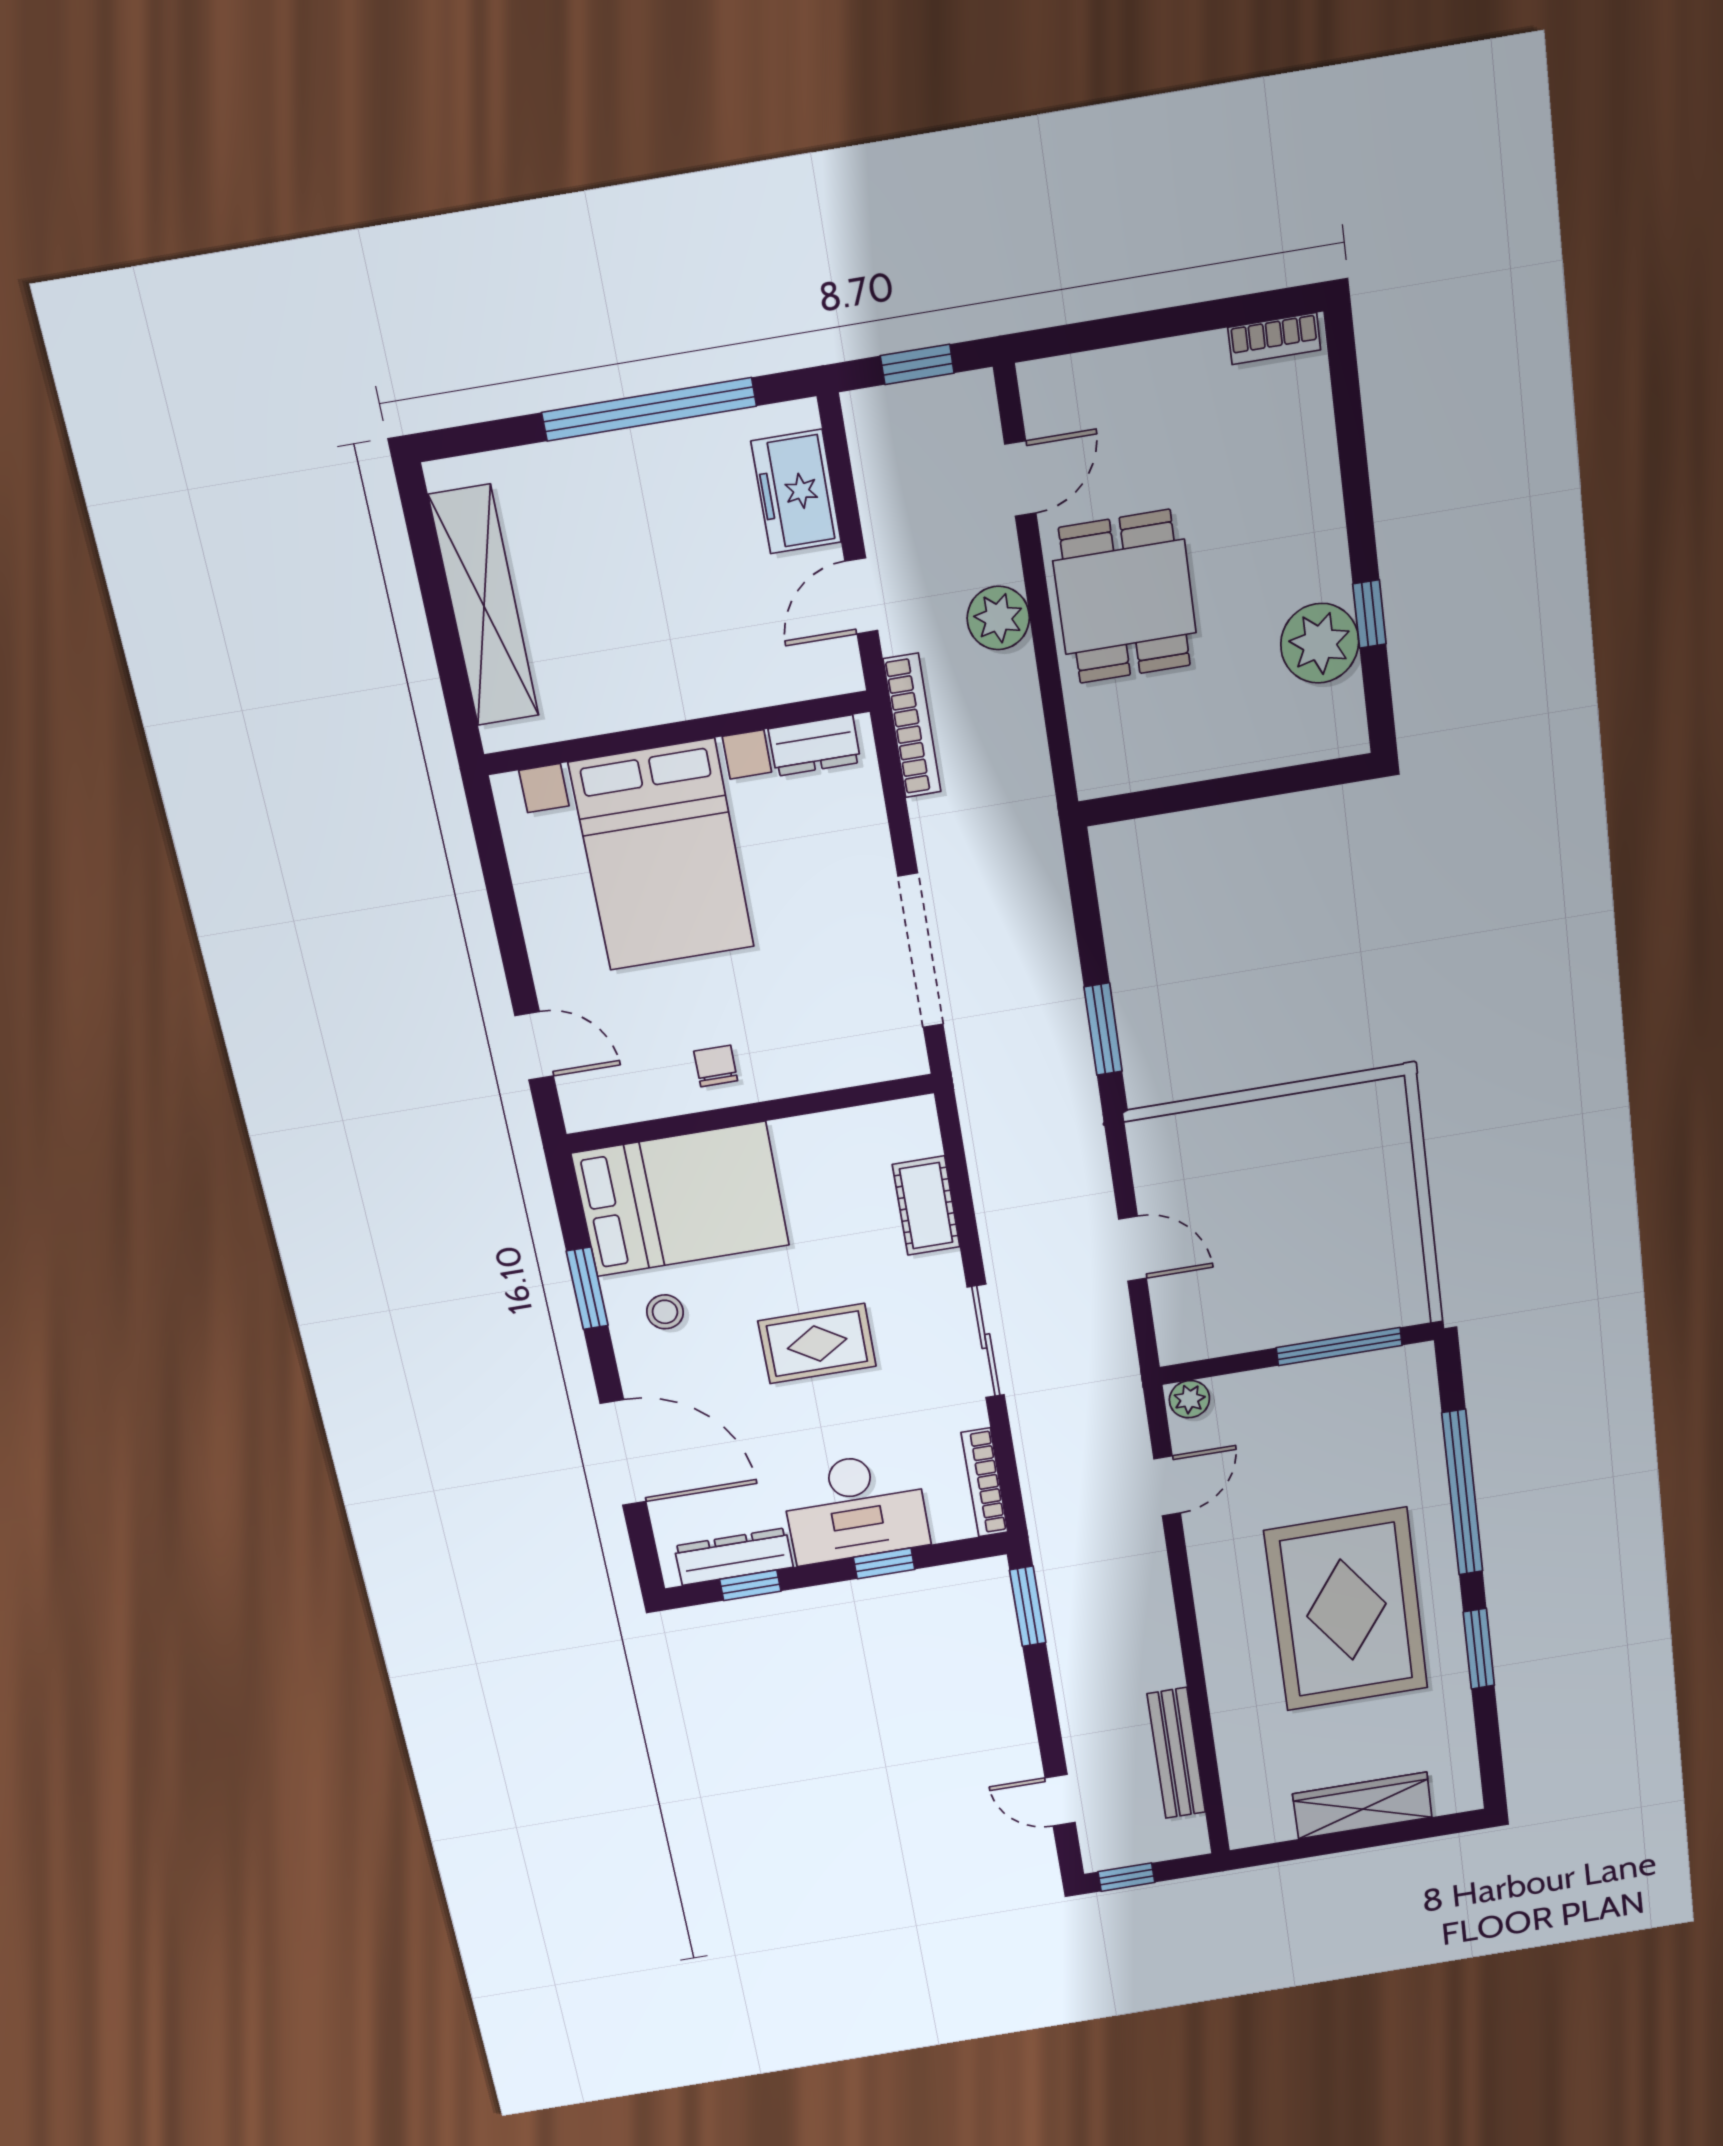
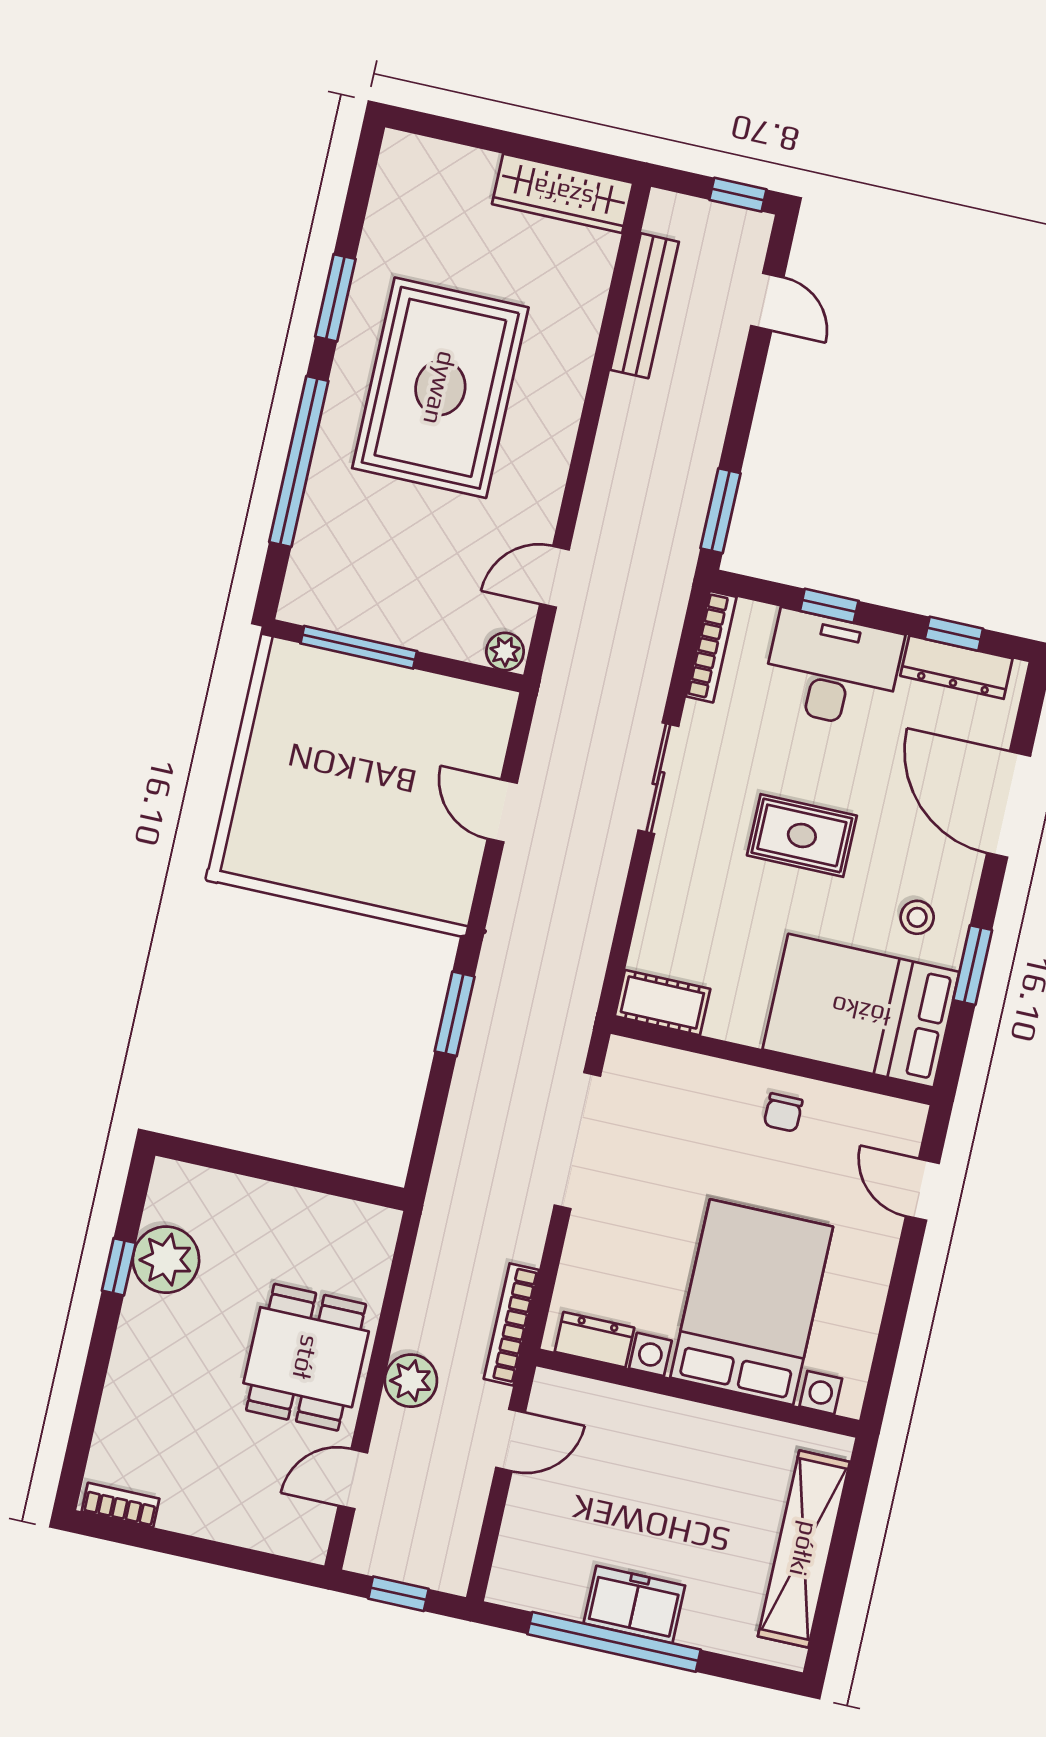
freezer: (796, 492) -> (634, 1604), moved, turned -90
cot: (926, 1206) -> (662, 1003), moved, turned 90
wardrobe: (1362, 1806) -> (563, 193), moved

